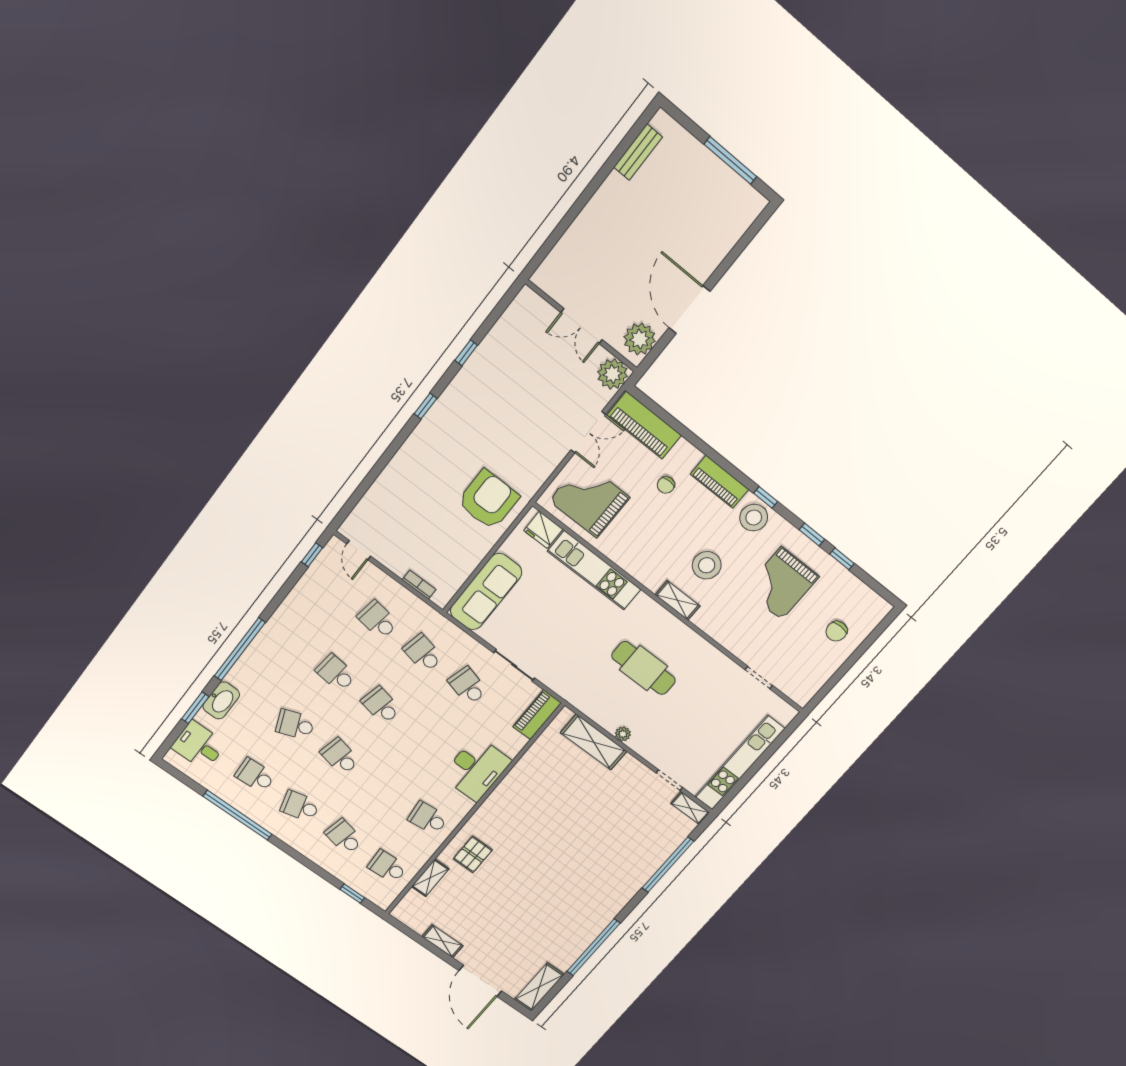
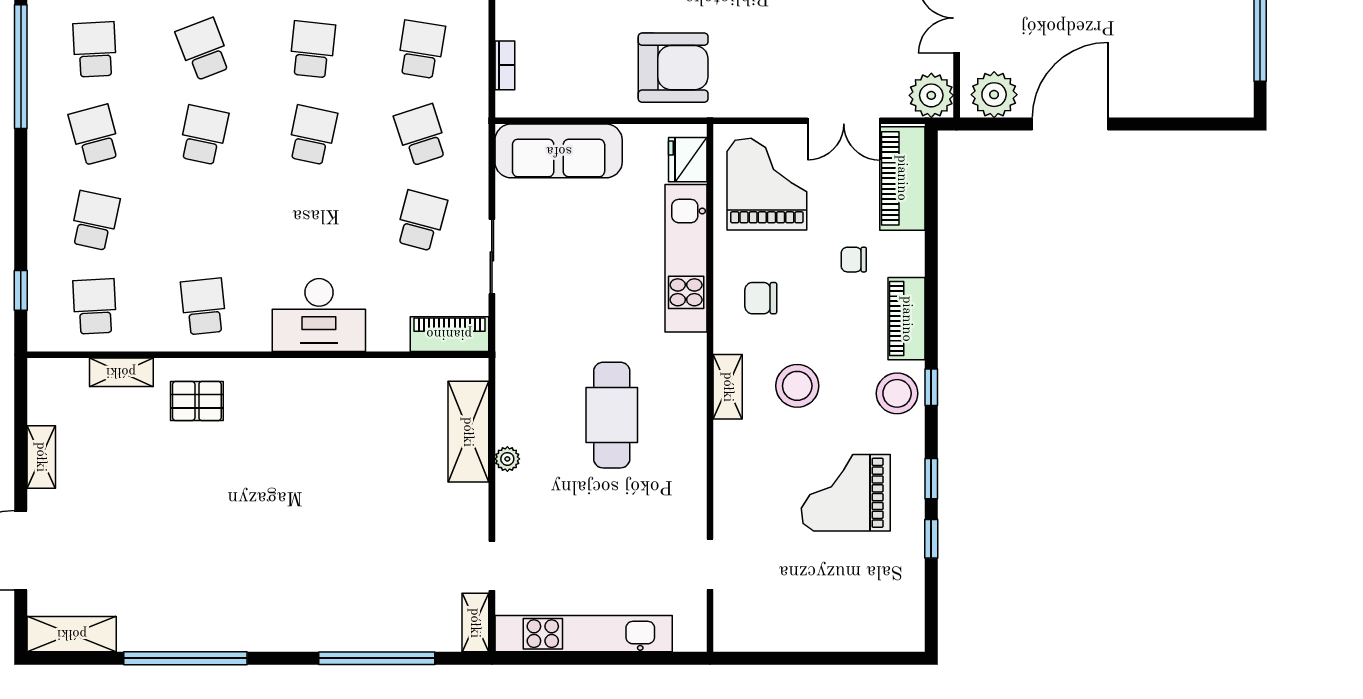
chair: (837, 631) -> (761, 298), moved
school desk: (423, 653) -> (421, 135), turned -30

